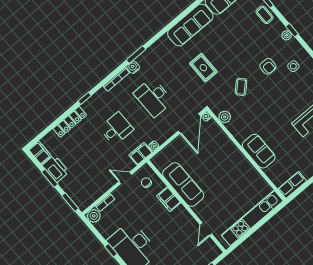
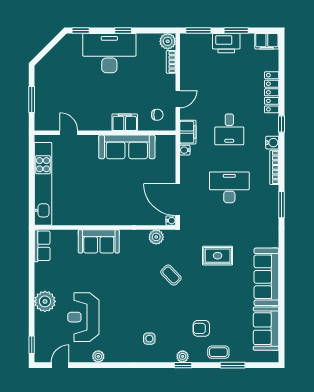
armchair: (268, 66) -> (201, 328), moved
water cooler: (133, 67) -> (272, 143), moved
printer: (56, 169) -> (226, 43), moved

